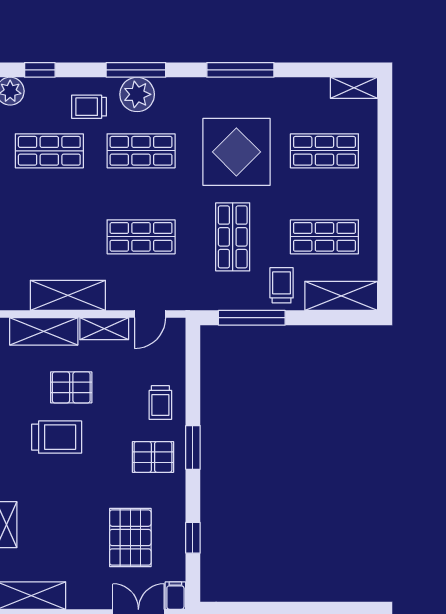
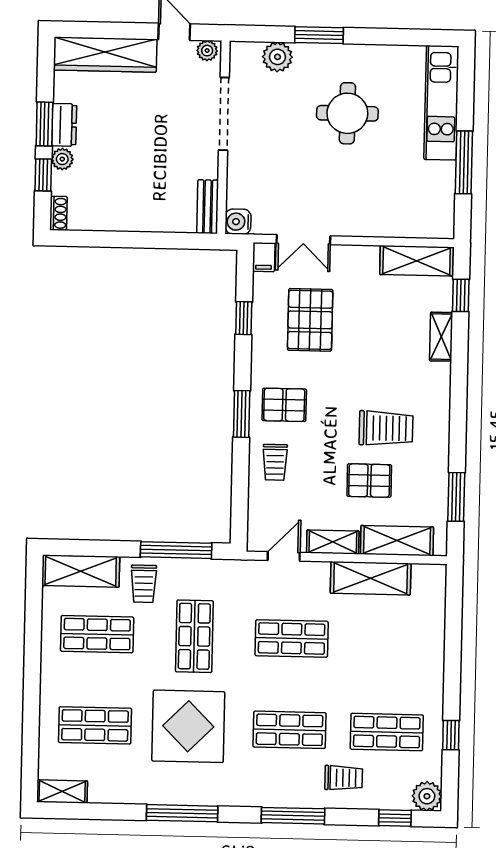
plant: (137, 94) -> (292, 790), removed
trolley: (160, 403) -> (275, 462), turned 180
trolley: (57, 437) -> (386, 428), turned 180

